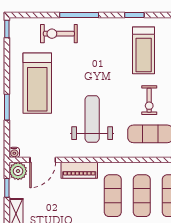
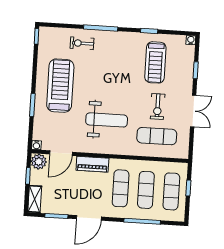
exercise bike: (59, 34) -> (82, 43), width x0.73, depth x0.72
treadmill: (37, 83) -> (60, 86), turned 180
weight bench: (92, 119) -> (107, 120), turned 90

